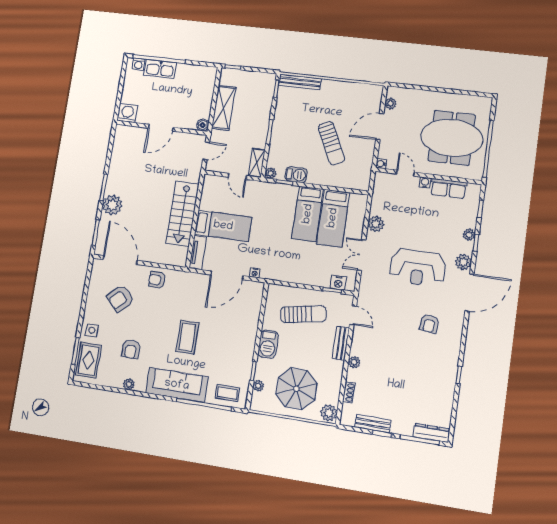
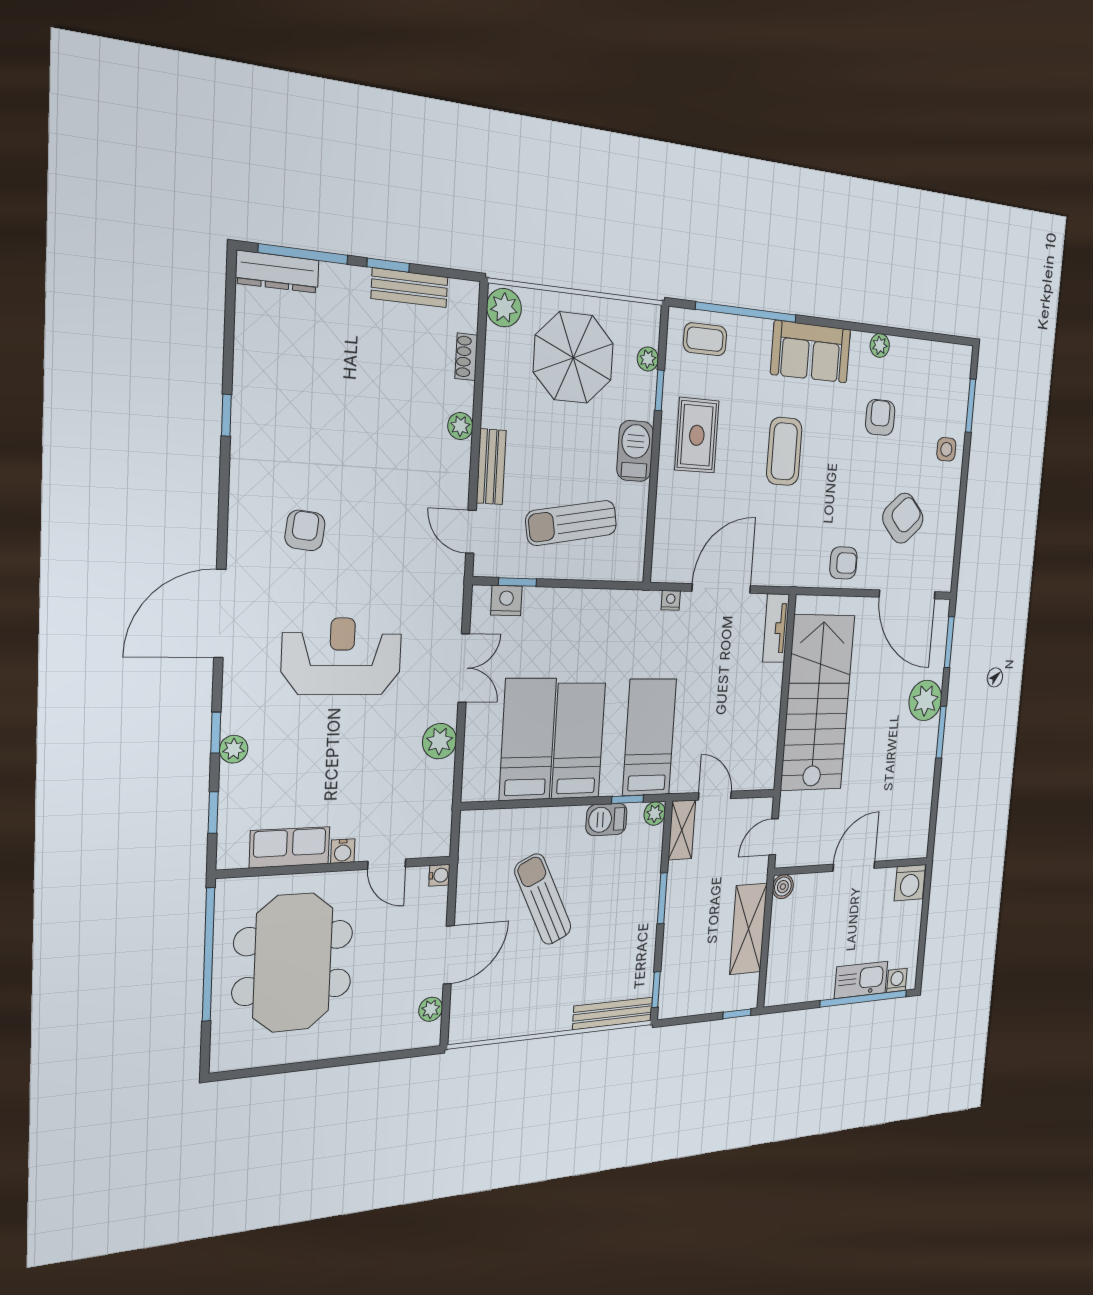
meeting table: (452, 138) -> (293, 963), turned 90
stairs: (182, 214) -> (818, 703), width x1.36, depth x1.51
bed: (223, 226) -> (650, 737), moved, turned 90
plant: (463, 262) -> (241, 684), removed
rug: (88, 360) -> (697, 435), moved
sofa: (177, 385) -> (811, 352), width x0.73

